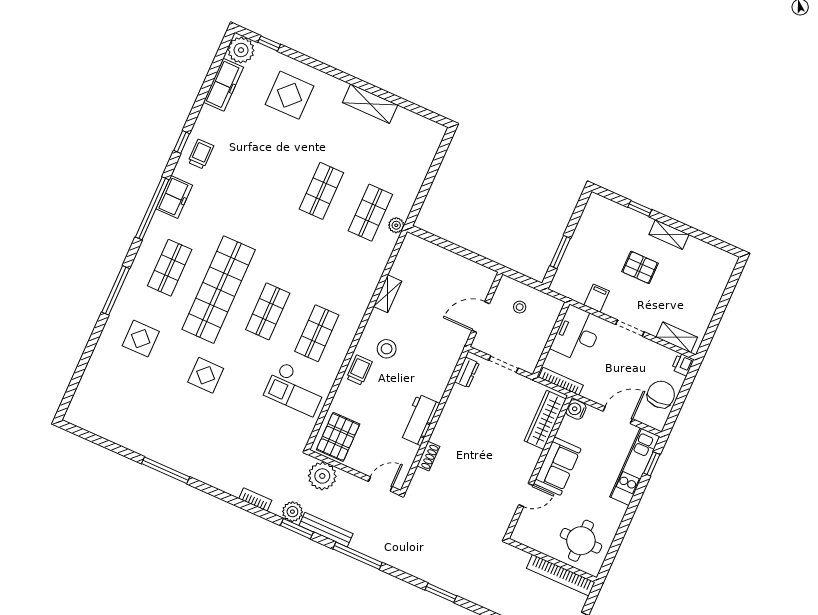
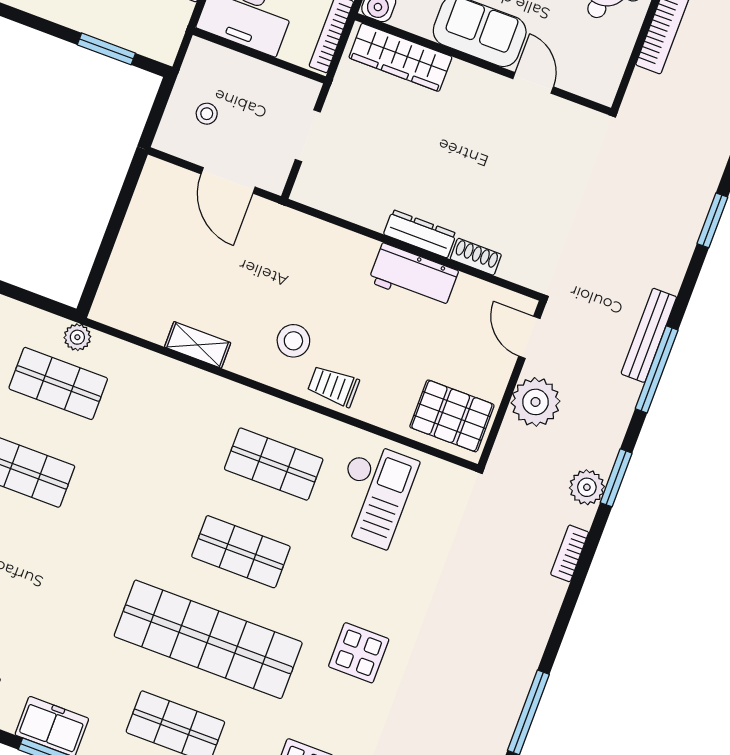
dresser: (467, 372) -> (420, 234), moved, width x1.44
plant: (322, 476) -> (535, 402), moved
bench: (326, 530) -> (649, 335), moved

